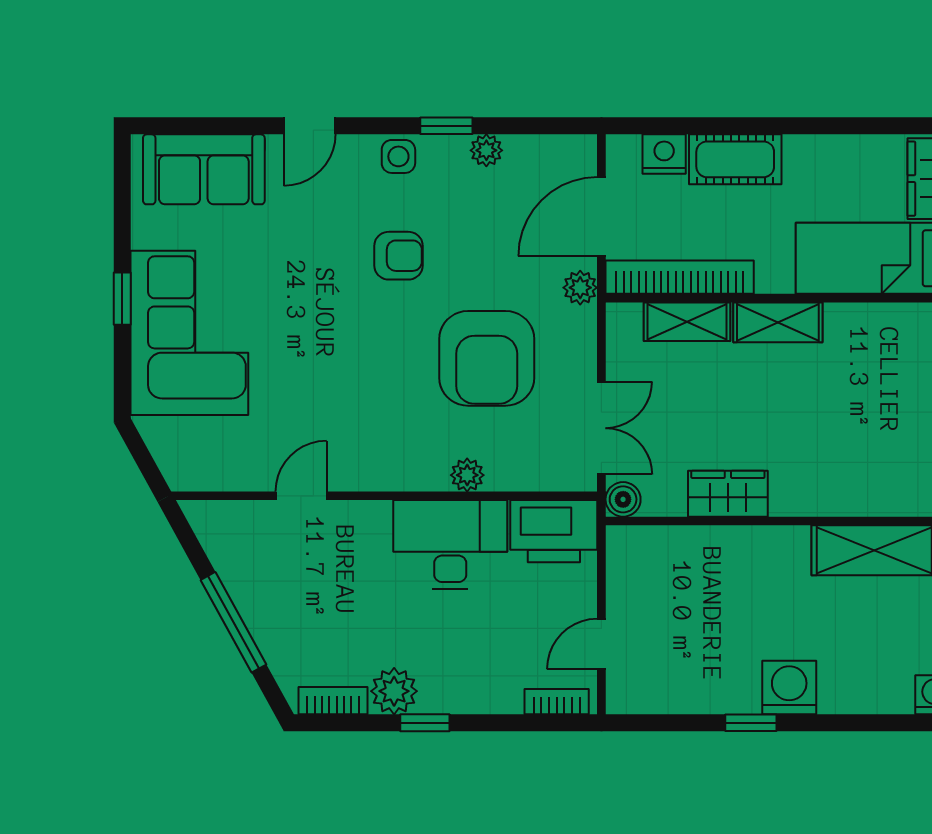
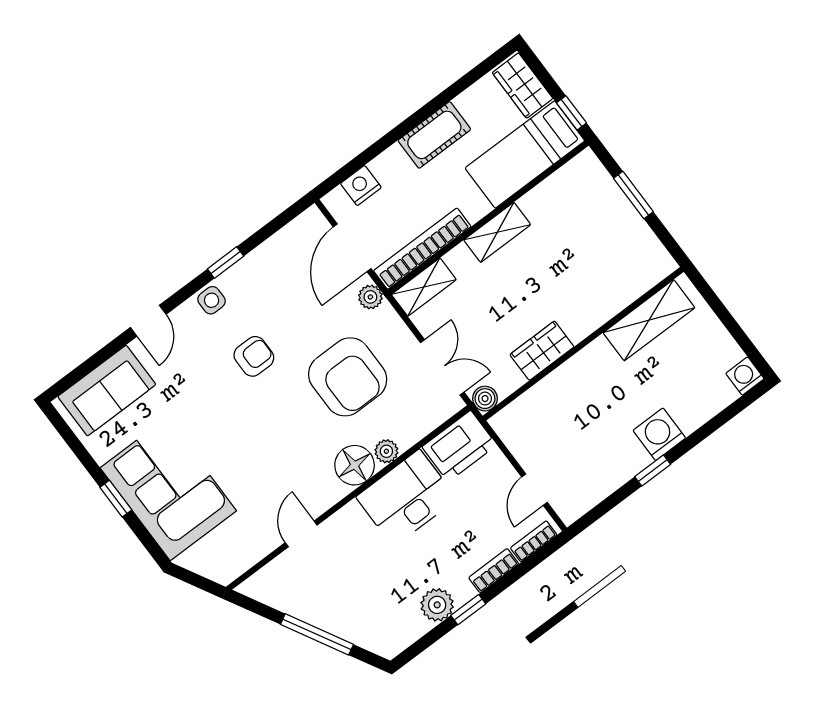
plant: (486, 150) -> (259, 259), removed
cot: (735, 159) -> (434, 135), moved
shelving: (687, 322) -> (424, 287), moved
floor lamp: (419, 464) -> (355, 465), added
bookcase: (333, 701) -> (494, 571), moved

